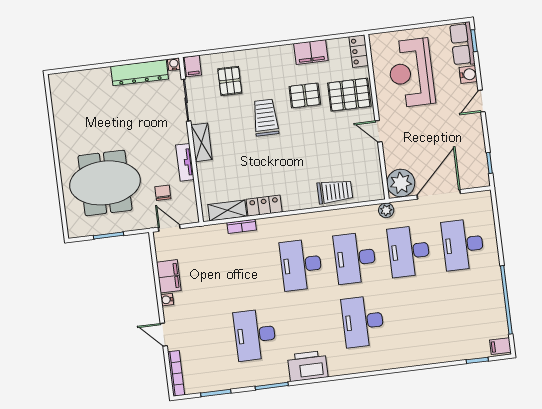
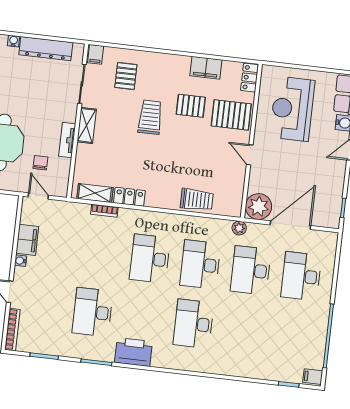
water cooler: (174, 64) -> (14, 41), moved

